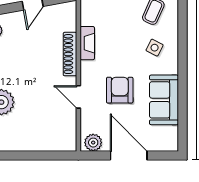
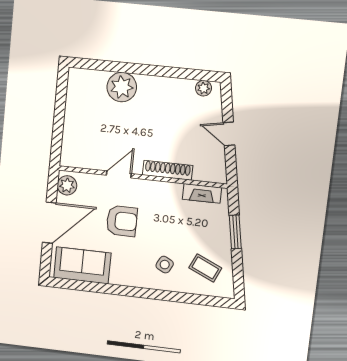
fireplace: (87, 43) -> (202, 193), moved
sofa: (164, 100) -> (82, 265), moved

